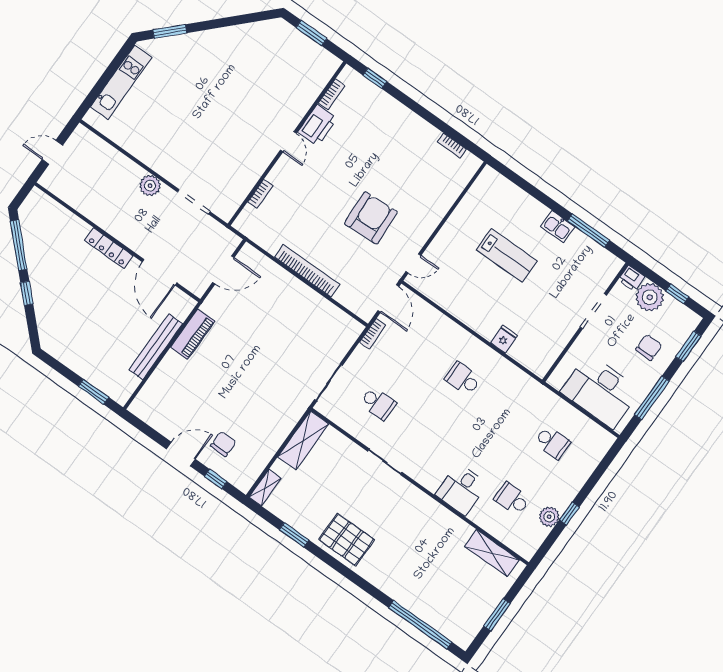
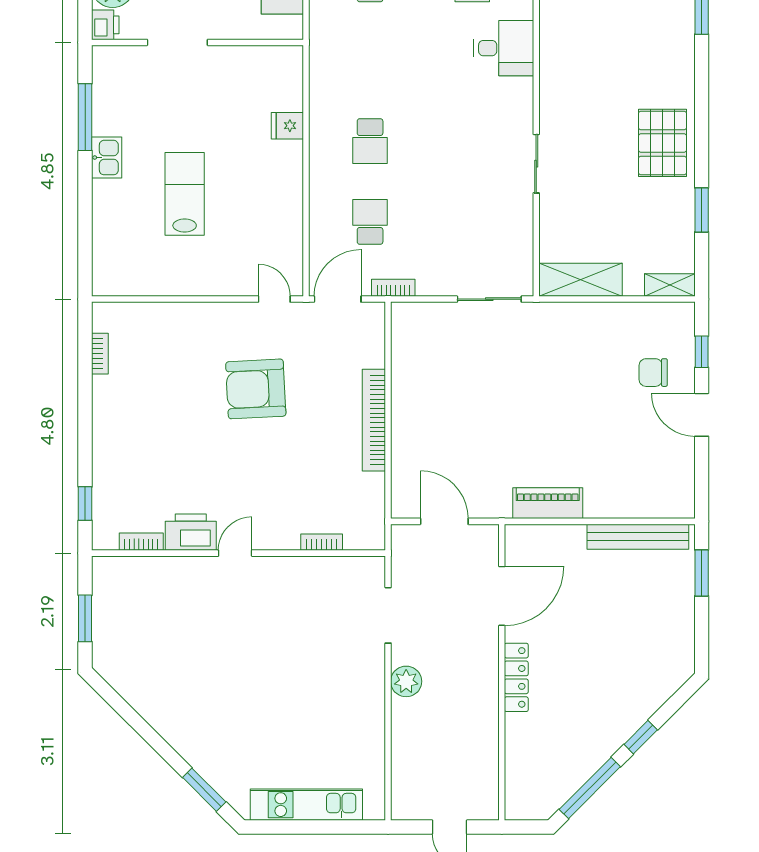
bench: (156, 347) -> (638, 537), moved
school desk: (378, 403) -> (370, 222), moved

